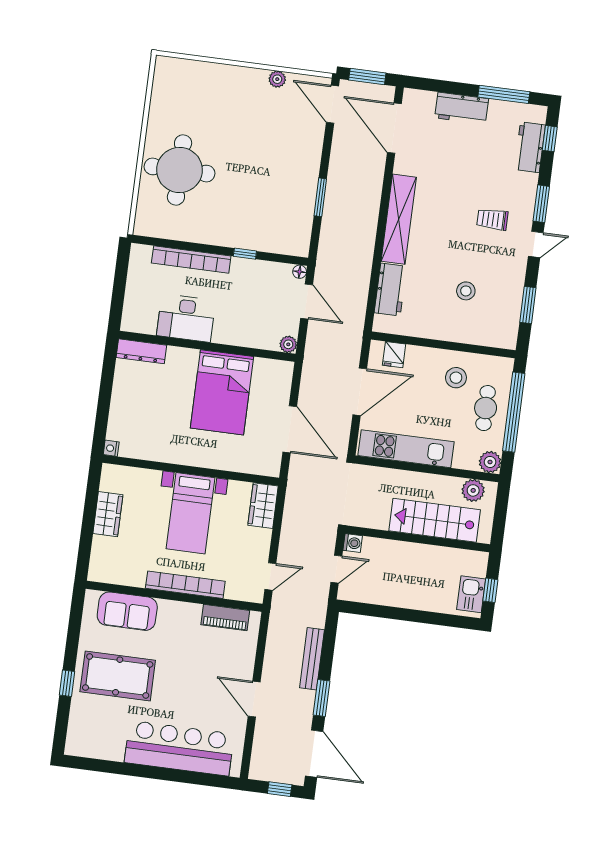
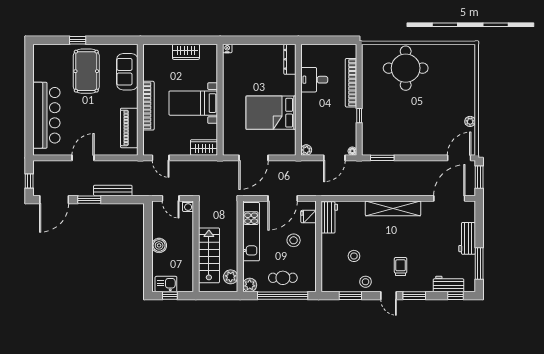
window: (320, 197) -> (382, 158), moved
stool: (509, 278) -> (366, 282), added
workbench: (390, 290) -> (329, 217), moved, turned -90
desk: (186, 318) -> (314, 80), width x0.73
stool: (456, 378) -> (294, 240), moved
door: (360, 392) -> (283, 198), hinge flipped
boiler: (409, 597) -> (159, 245), added
piano: (225, 618) -> (129, 128), width x1.37, depth x1.33

